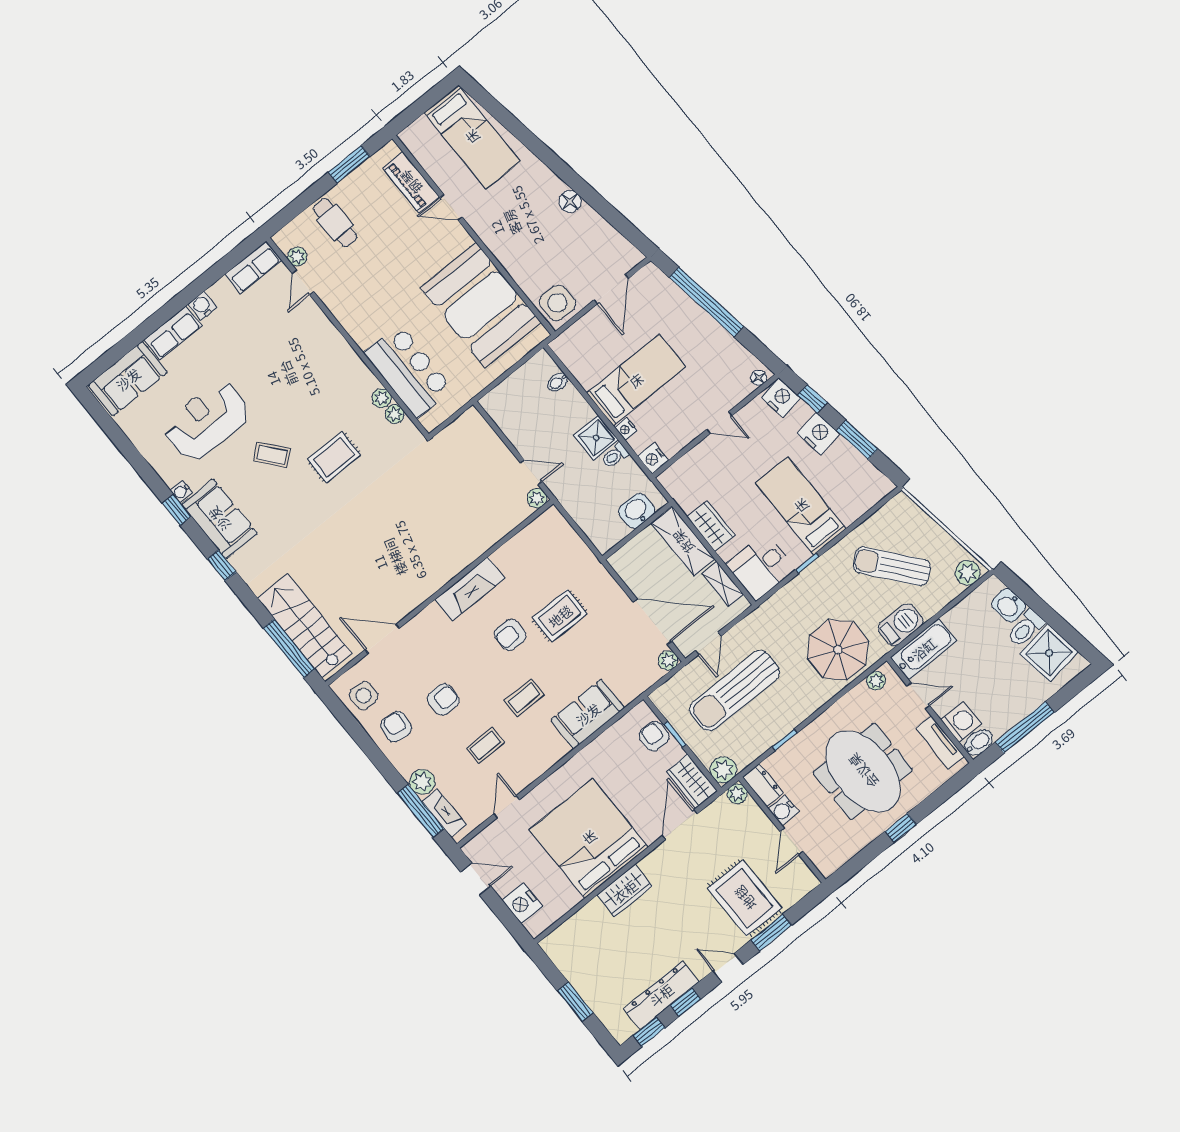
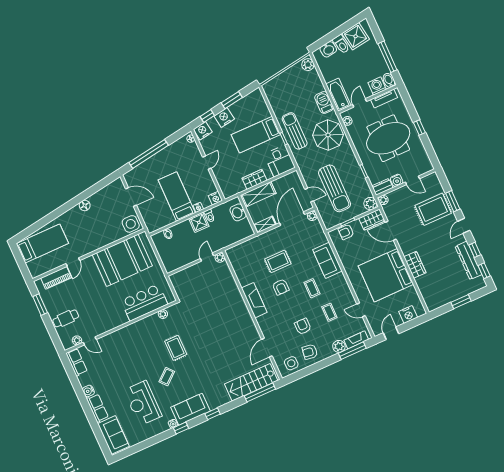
plant: (381, 398) -> (154, 318), removed
sun lounger: (892, 566) -> (295, 131), moved, turned 129
shelving: (723, 584) -> (265, 225), moved
rug: (560, 616) -> (278, 261), turned 90

